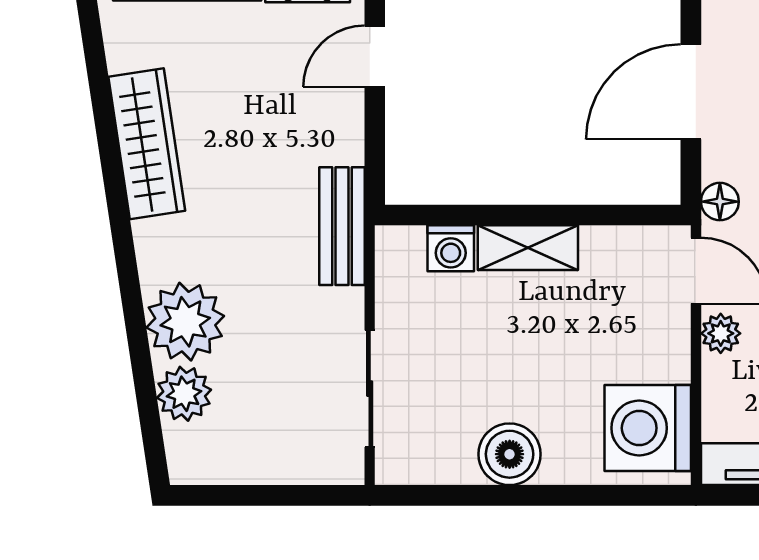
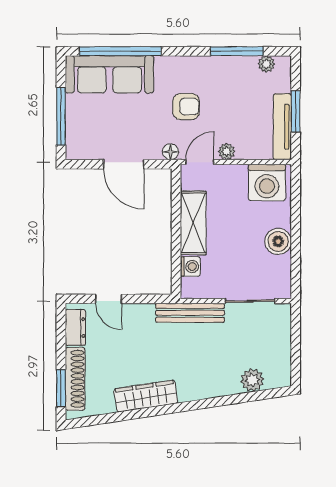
bench: (342, 226) -> (190, 313), width x1.36
shelving: (528, 248) -> (193, 223), width x1.50, depth x1.33
plant: (185, 322) -> (222, 380), removed

